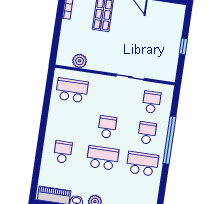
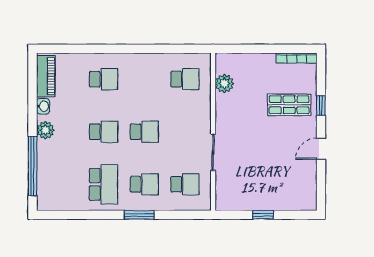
school desk: (72, 90) -> (185, 79), width x0.54
window: (169, 140) -> (139, 215), width x0.47
school desk: (103, 158) -> (103, 132), width x0.54

